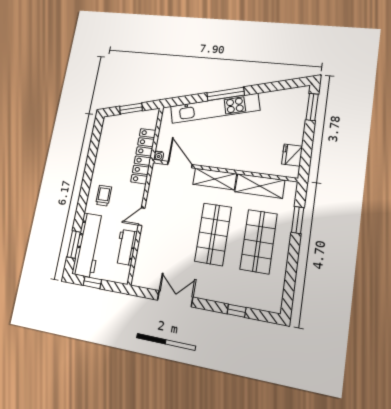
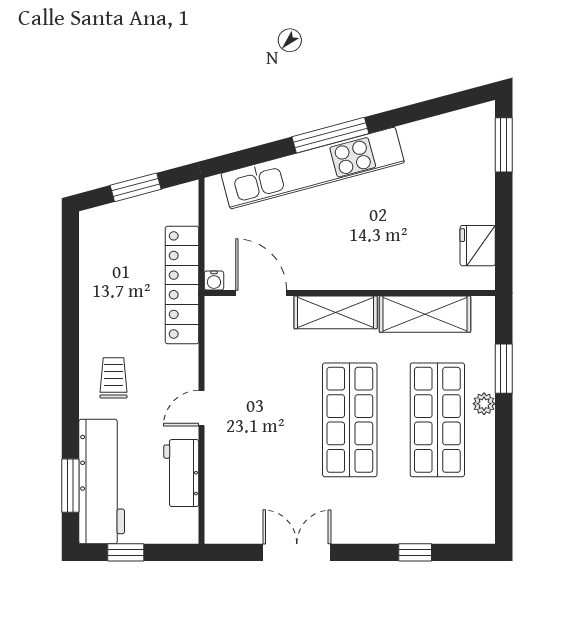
plant: (285, 237) -> (484, 404), added

